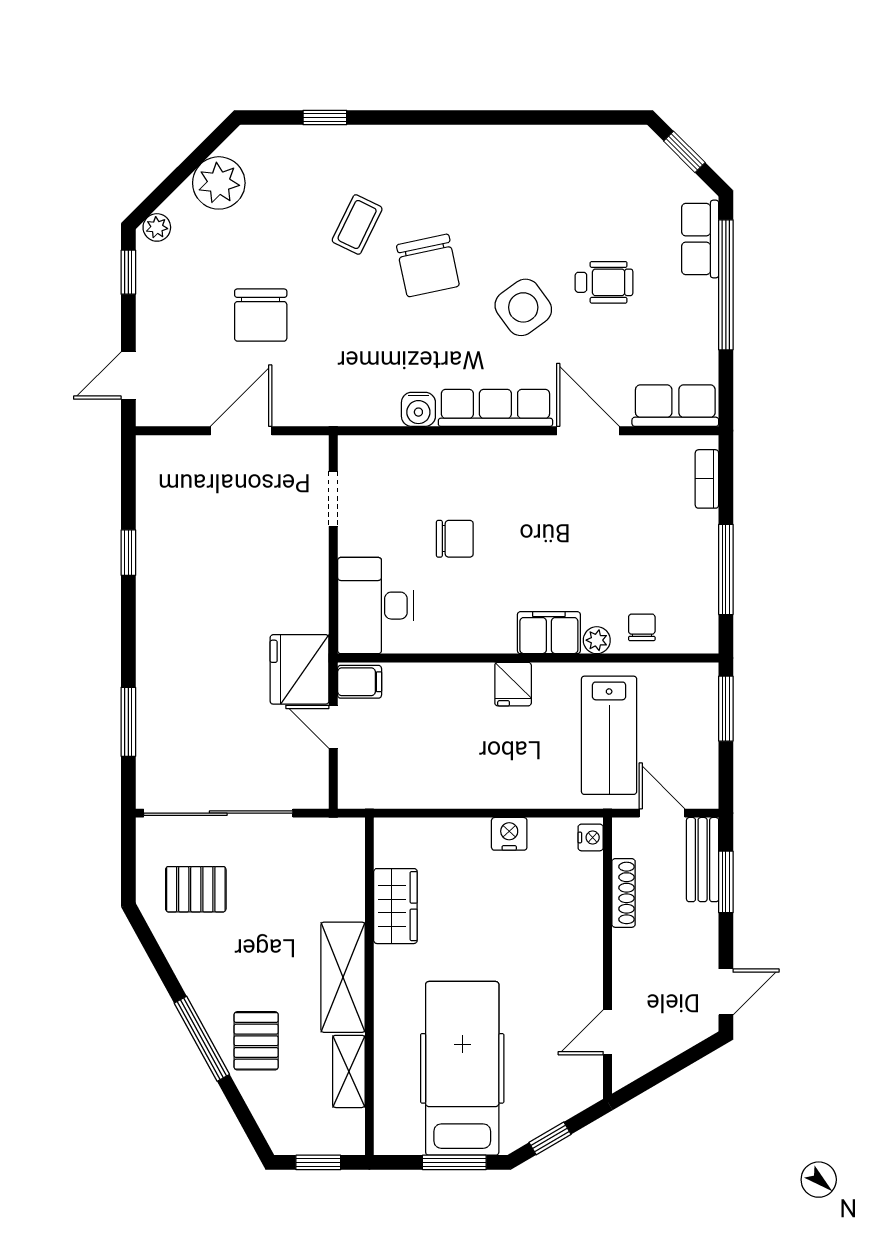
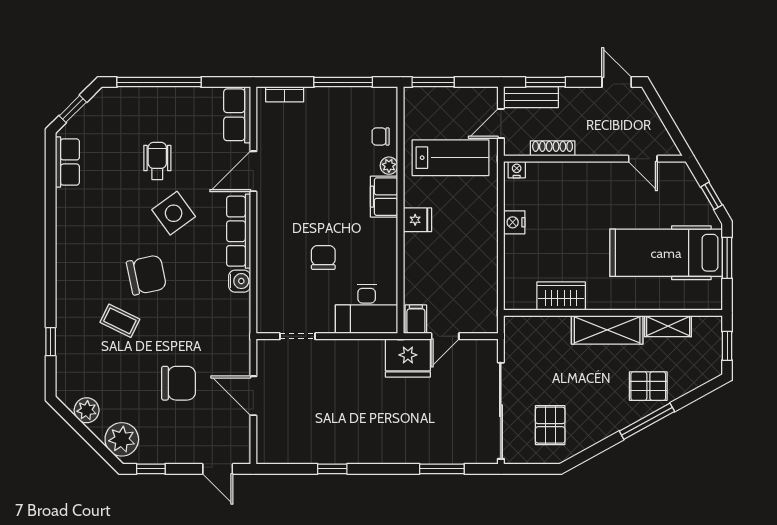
plant: (219, 183) -> (87, 410), width x0.73, depth x0.73
plant: (157, 227) -> (122, 439), width x1.88, depth x1.88
row of seats: (700, 239) -> (67, 162), moved, turned -90

